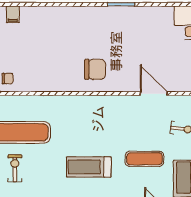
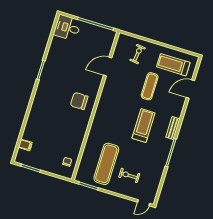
chair: (95, 69) -> (79, 101), turned -90
treadmill: (89, 167) -> (144, 126), turned 180

